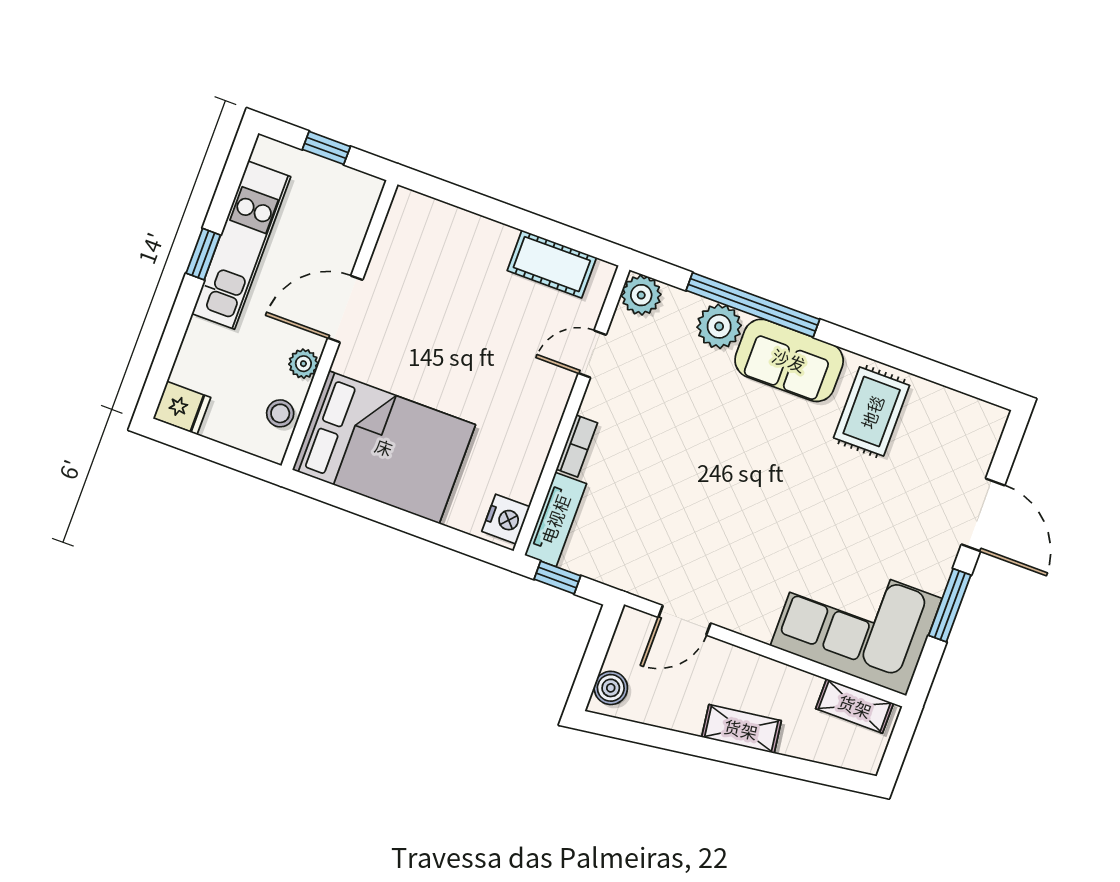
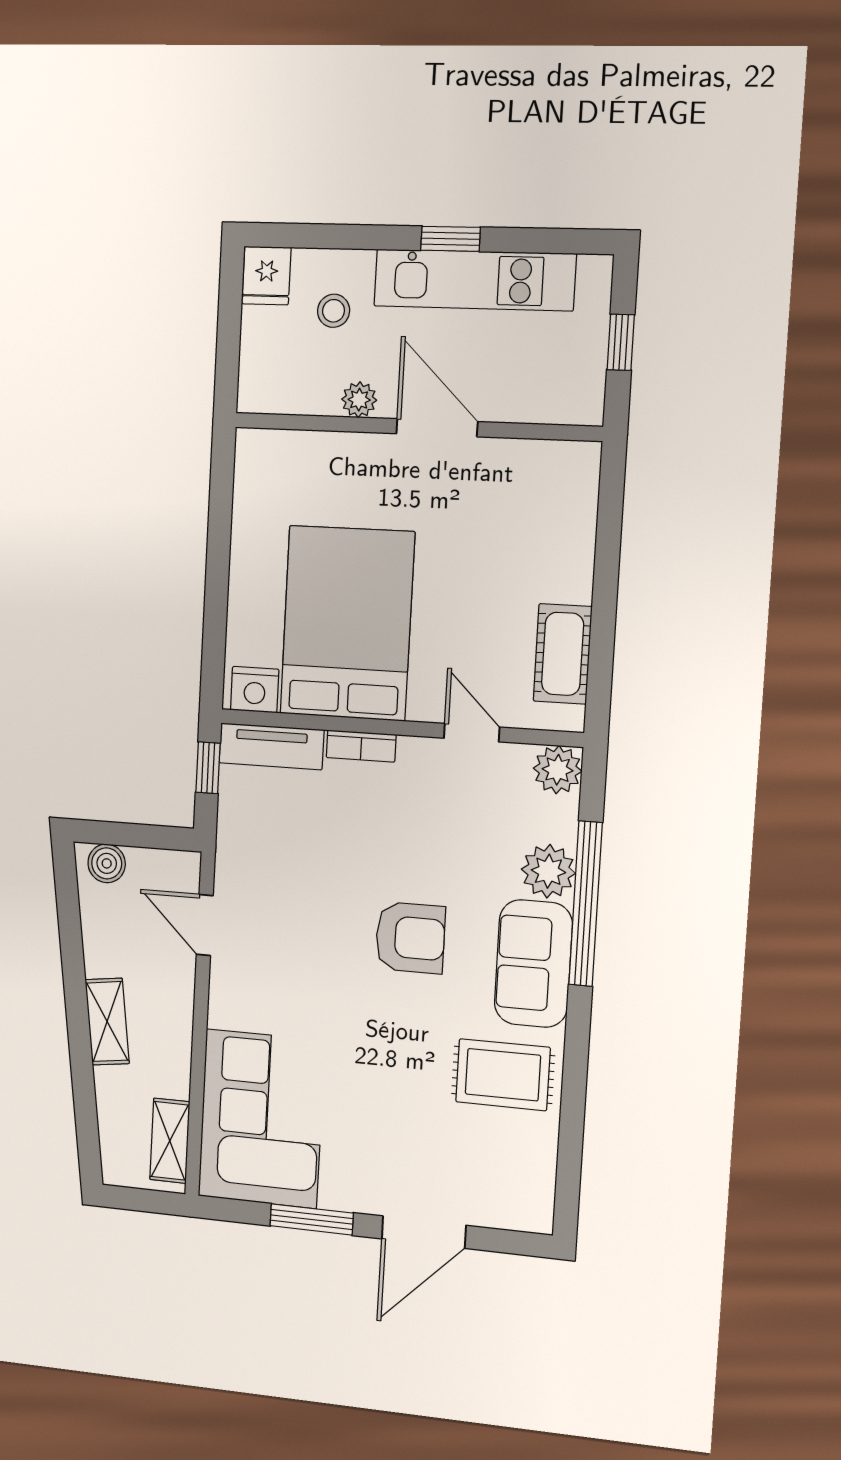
stool: (280, 413) -> (334, 311), moved
bed: (384, 447) -> (347, 623), moved, turned 180
armchair: (741, 453) -> (410, 938), added

